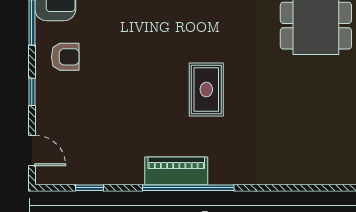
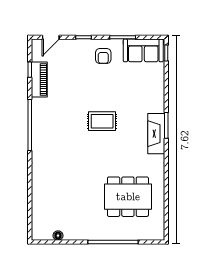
rug: (206, 90) -> (102, 121), moved
piano: (176, 171) -> (39, 79), moved

